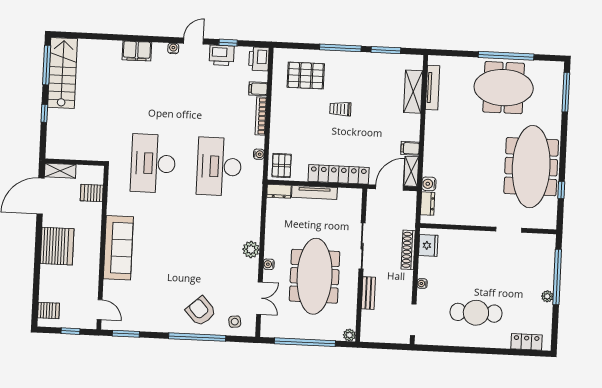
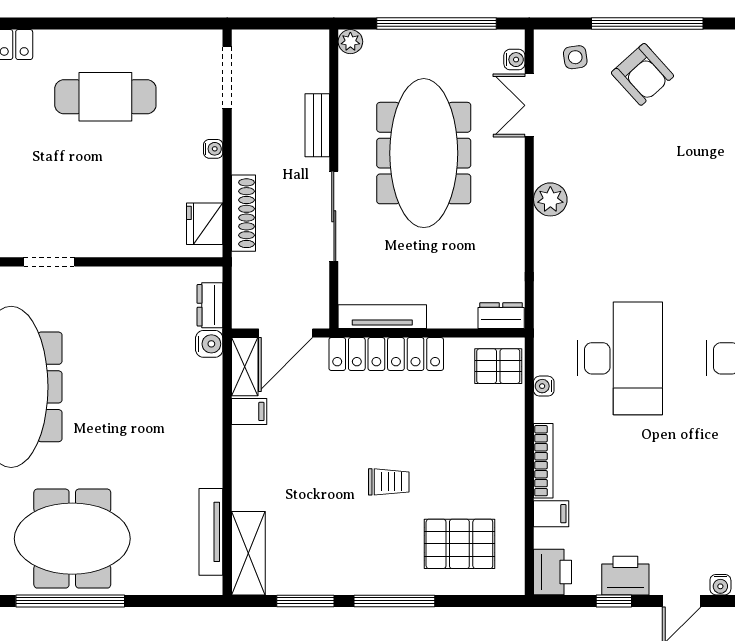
shelving: (413, 92) -> (248, 553), moved
pallet: (282, 166) -> (498, 366), turned 90
tv unit: (314, 192) -> (382, 317), moved
water cooler: (269, 264) -> (514, 60), moved

